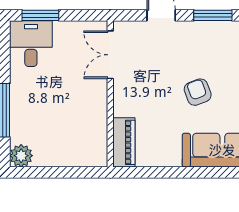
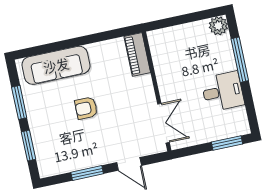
desk: (31, 44) -> (223, 92), moved, turned -90
armchair: (198, 92) -> (86, 108), turned 111

